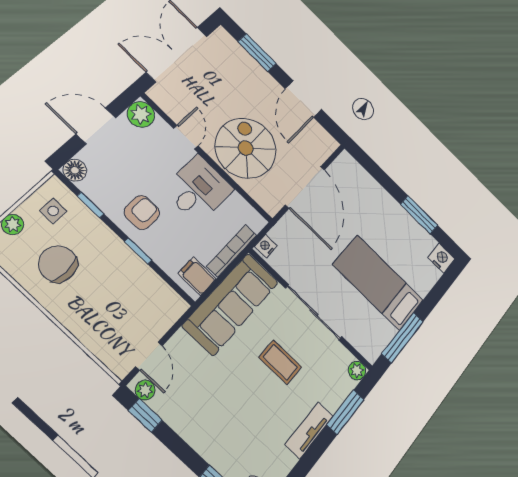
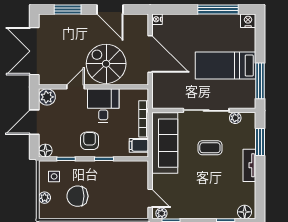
door: (186, 137) -> (76, 87), hinge flipped
window: (419, 215) -> (218, 9), width x1.44
nightstand: (266, 246) -> (157, 19), moved
plant: (357, 371) -> (235, 118), moved

